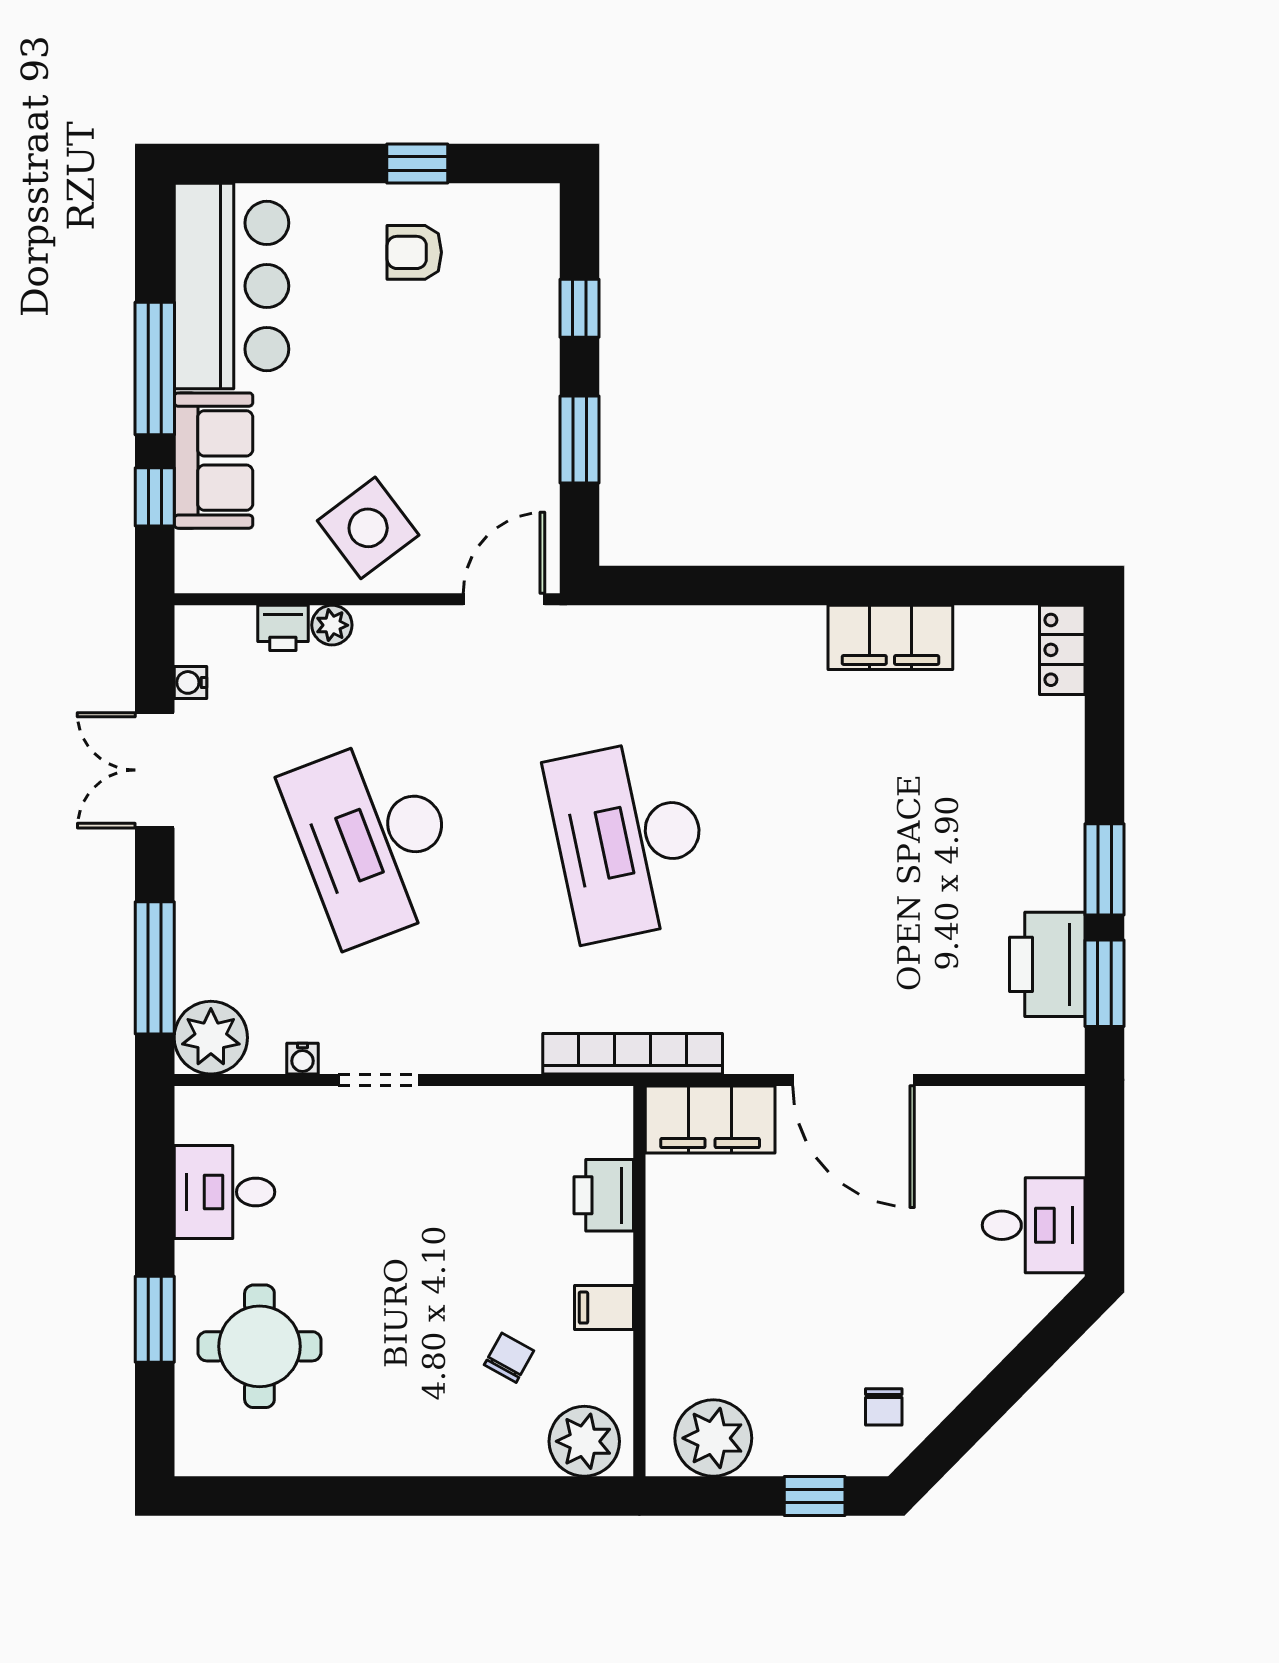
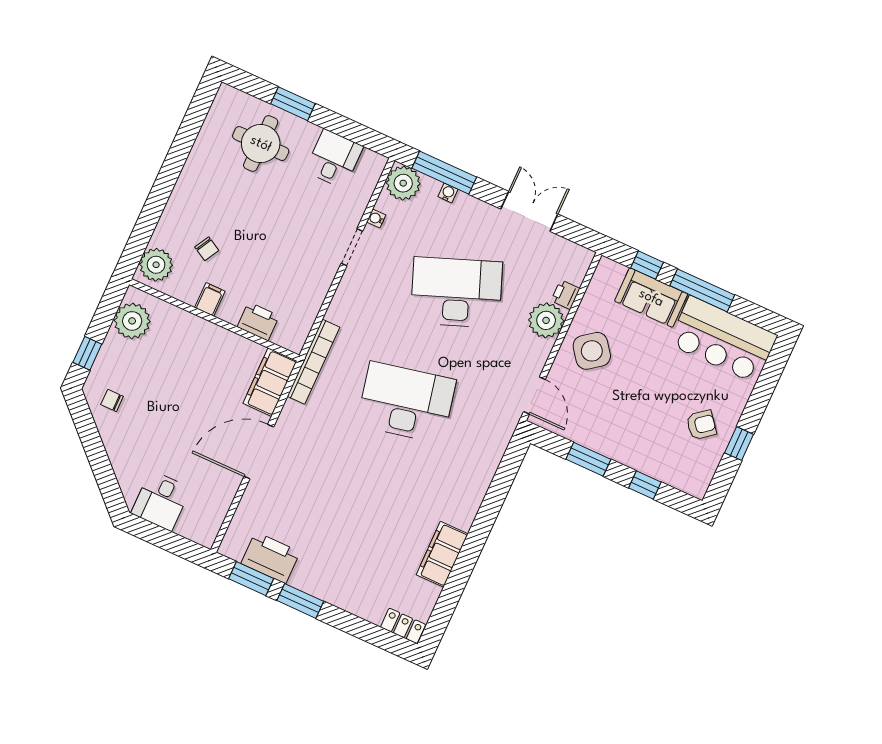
armchair: (414, 252) -> (701, 425), turned 51
plant: (332, 625) -> (546, 320), width x1.87, depth x1.87
water cooler: (190, 682) -> (448, 193), moved

